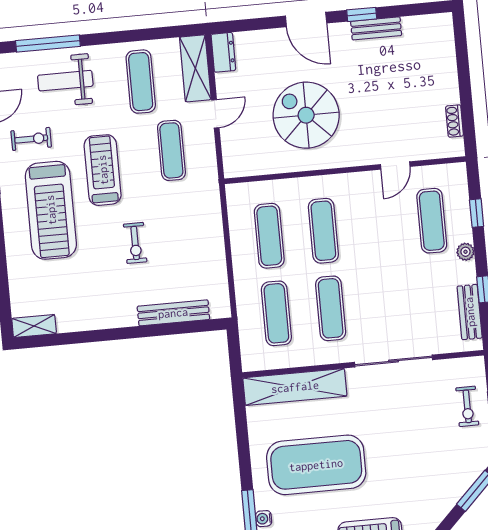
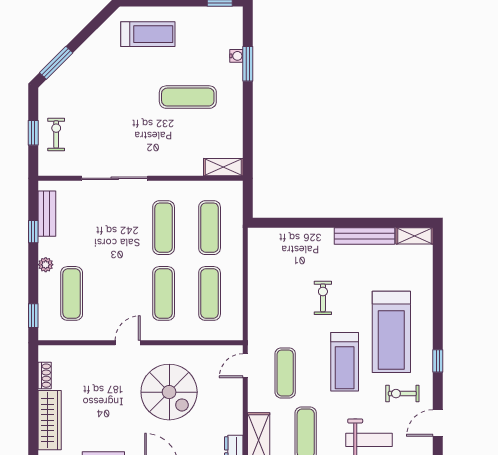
wardrobe: (444, 69) -> (50, 420), added
door: (215, 114) -> (245, 366), moved
door: (395, 165) -> (128, 343), moved
treadmill: (51, 210) -> (391, 332), turned 180
window: (477, 213) -> (33, 316), moved
bench: (173, 313) -> (365, 236), moved
shelving: (295, 387) -> (223, 167), width x0.45, depth x0.75
exercise mat: (316, 465) -> (188, 97), width x0.50, depth x0.69

